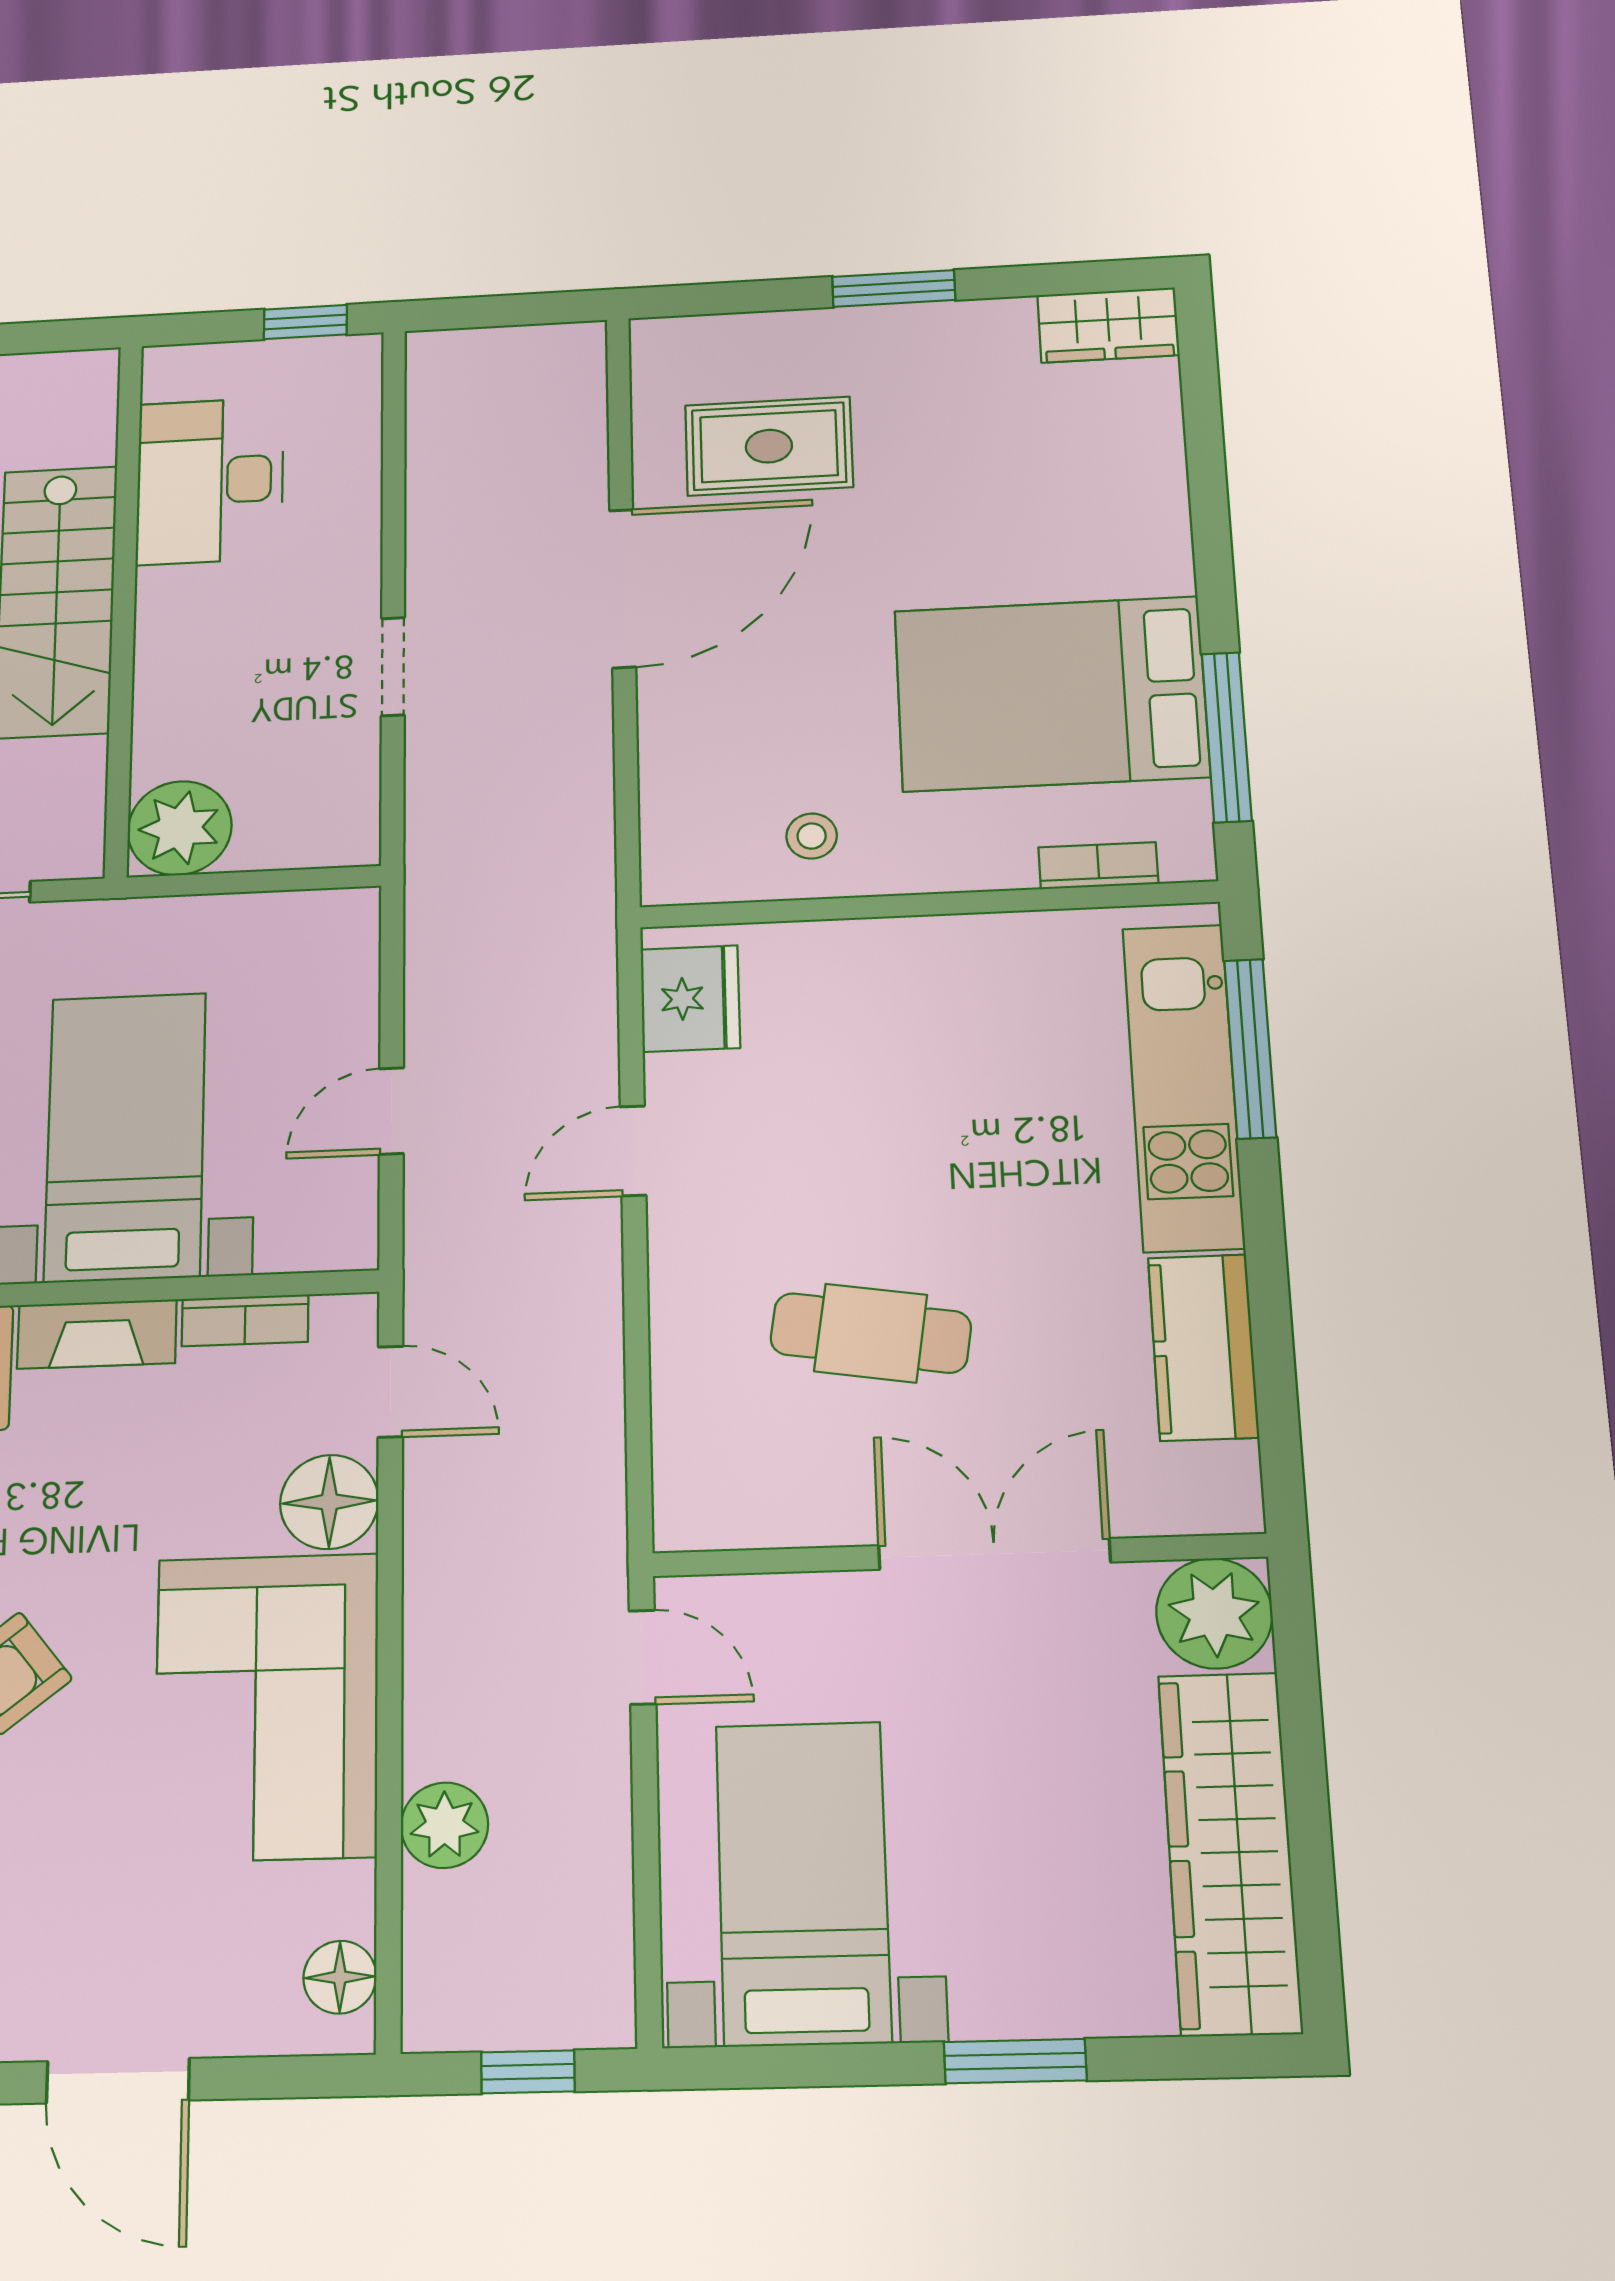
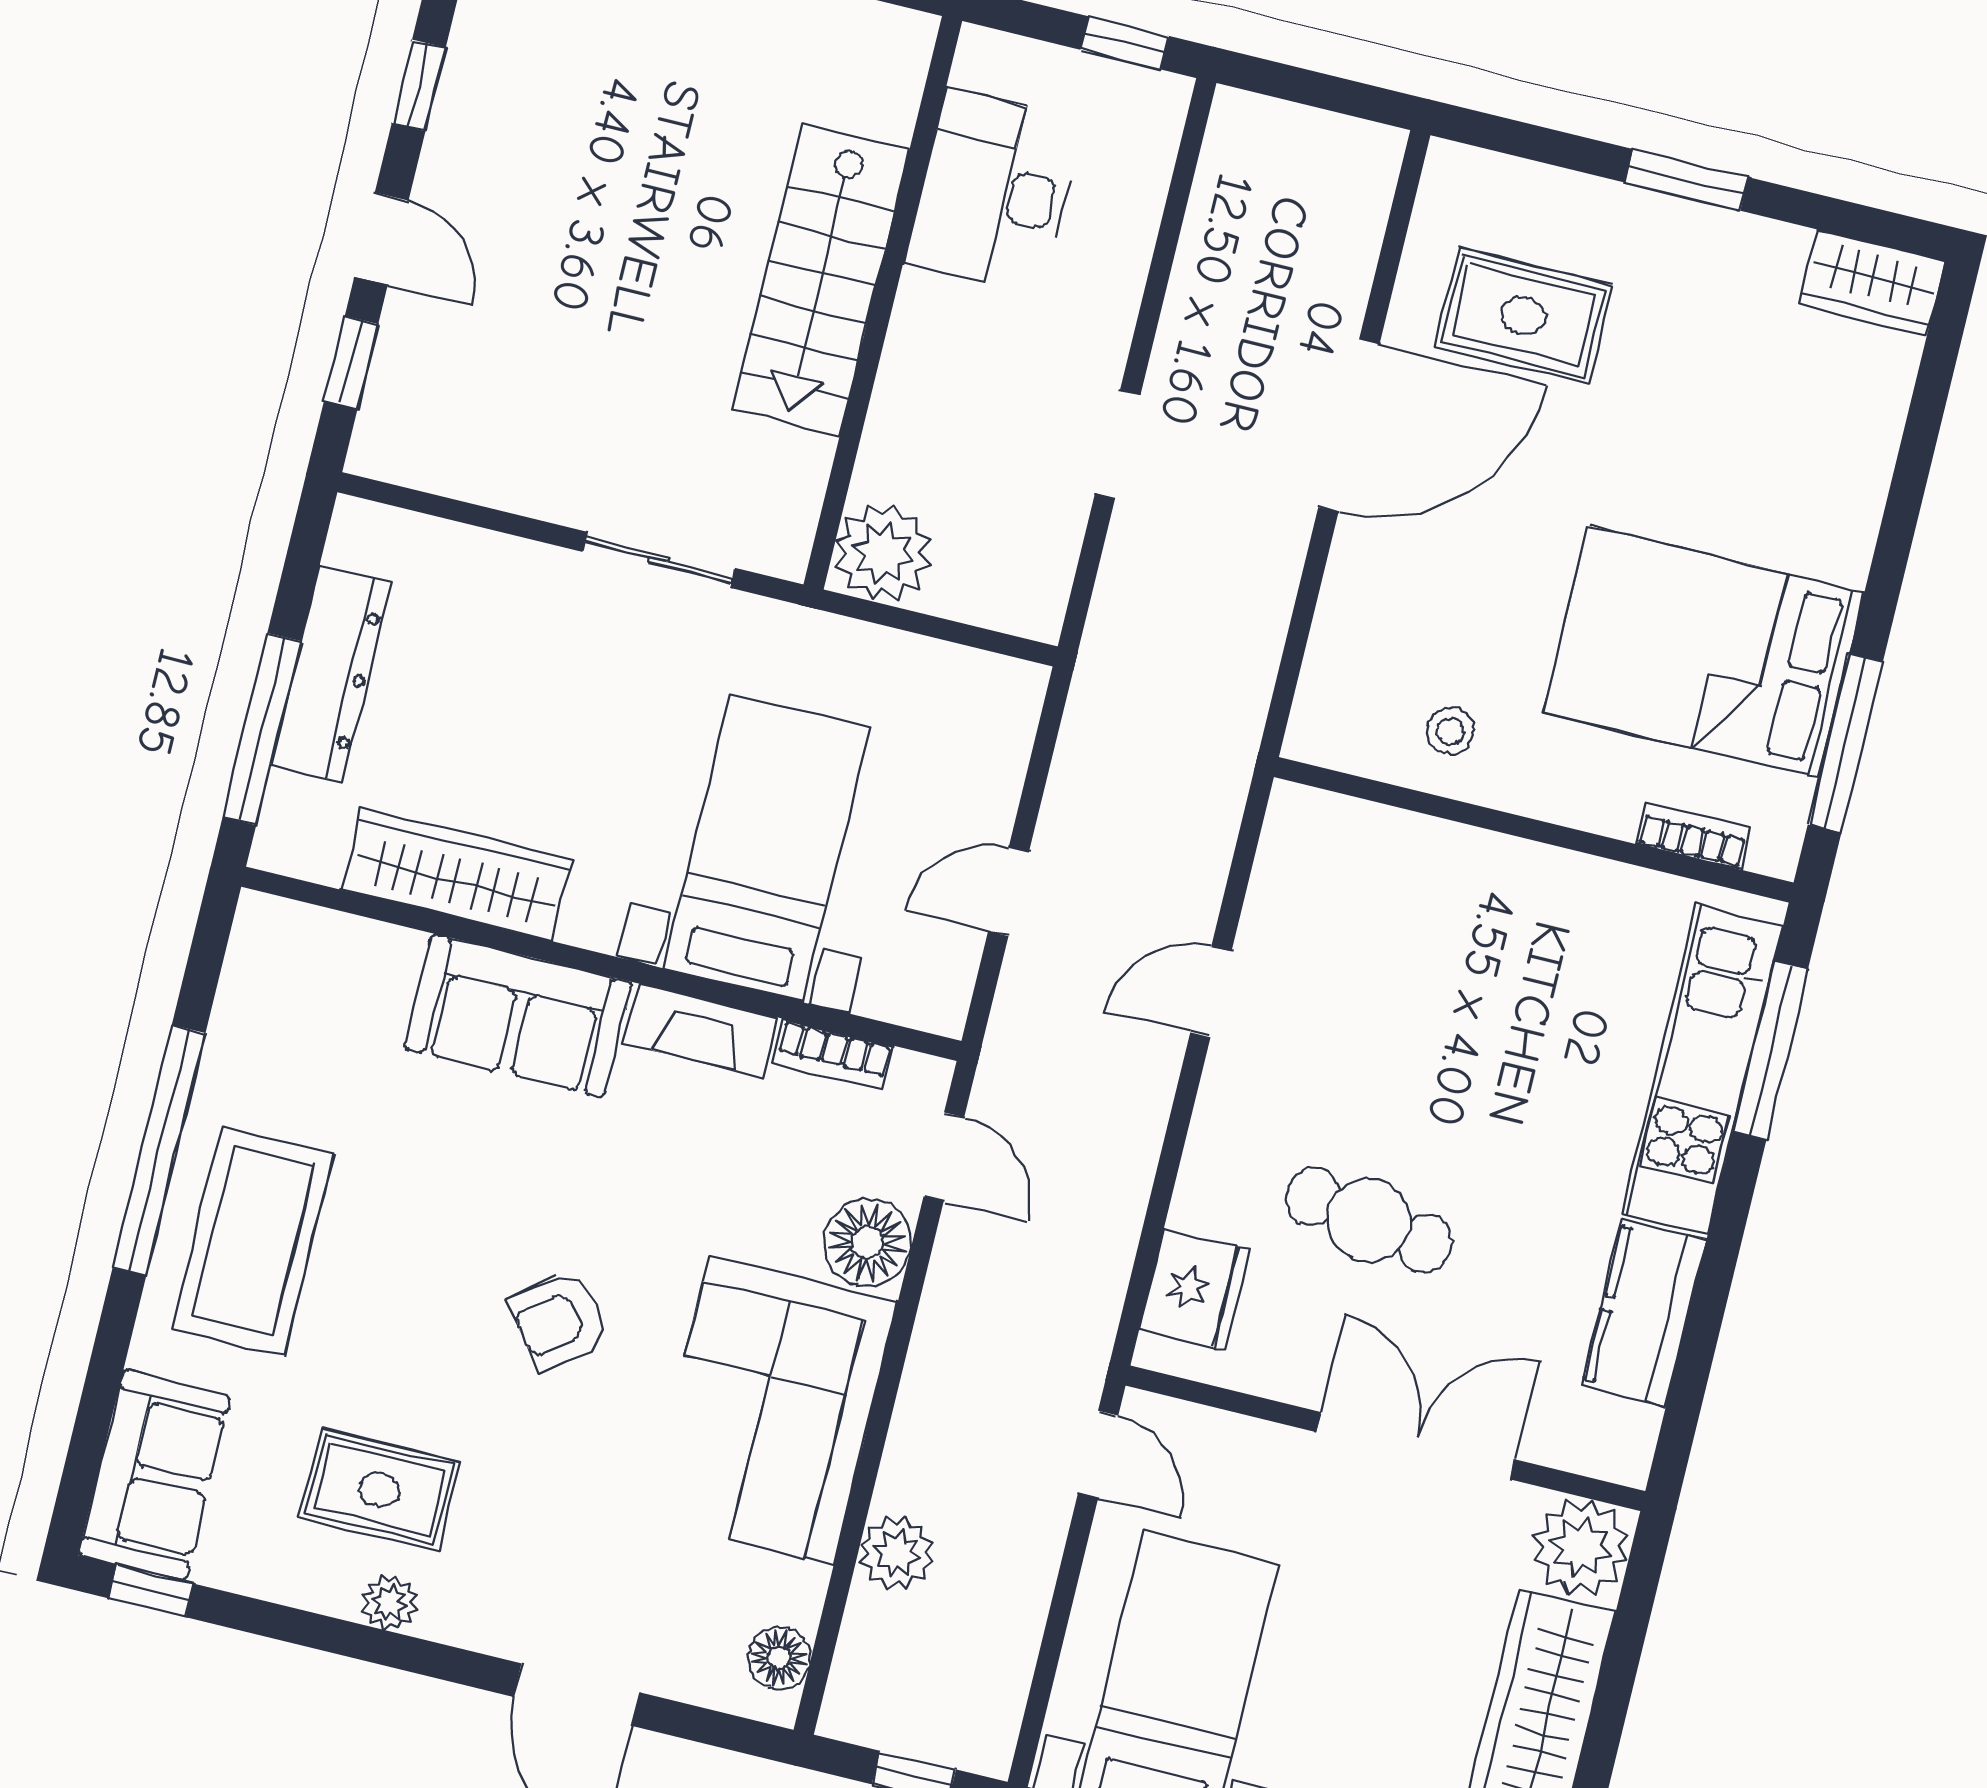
fridge: (690, 999) -> (1195, 1290), moved

